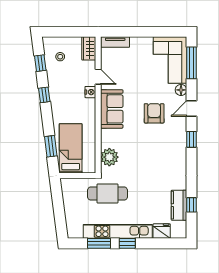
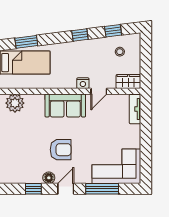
window: (192, 63) -> (102, 189), moved
floor lamp: (181, 90) -> (49, 178), moved
door: (192, 108) -> (66, 189), hinge flipped

